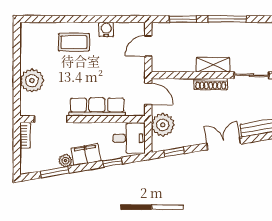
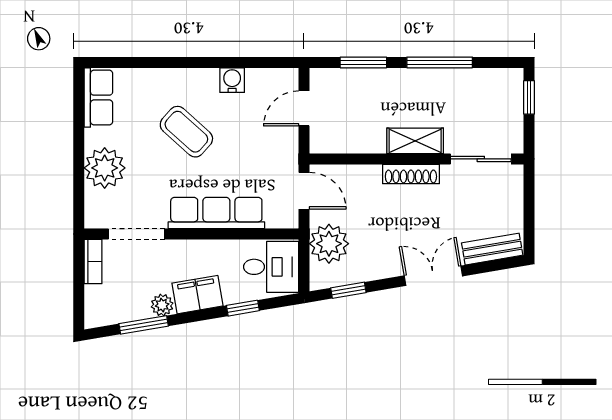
row of seats: (28, 40) -> (98, 98), added
coffee table: (74, 42) -> (186, 132), moved, turned 42

